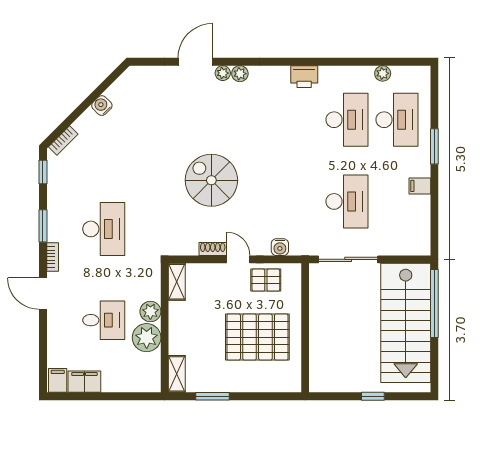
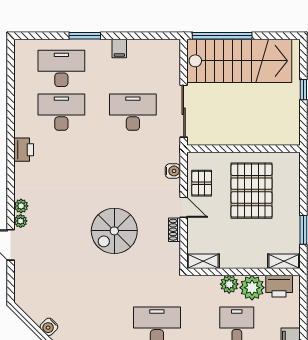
plant: (383, 73) -> (21, 81), removed
door: (238, 259) -> (184, 207), swing flipped
printer: (148, 368) -> (279, 286), added

